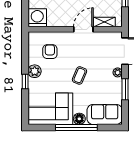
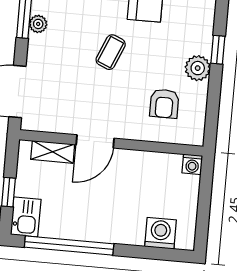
washing machine: (37, 18) -> (192, 164), width x0.53, depth x0.53
plant: (118, 72) -> (38, 24), moved

